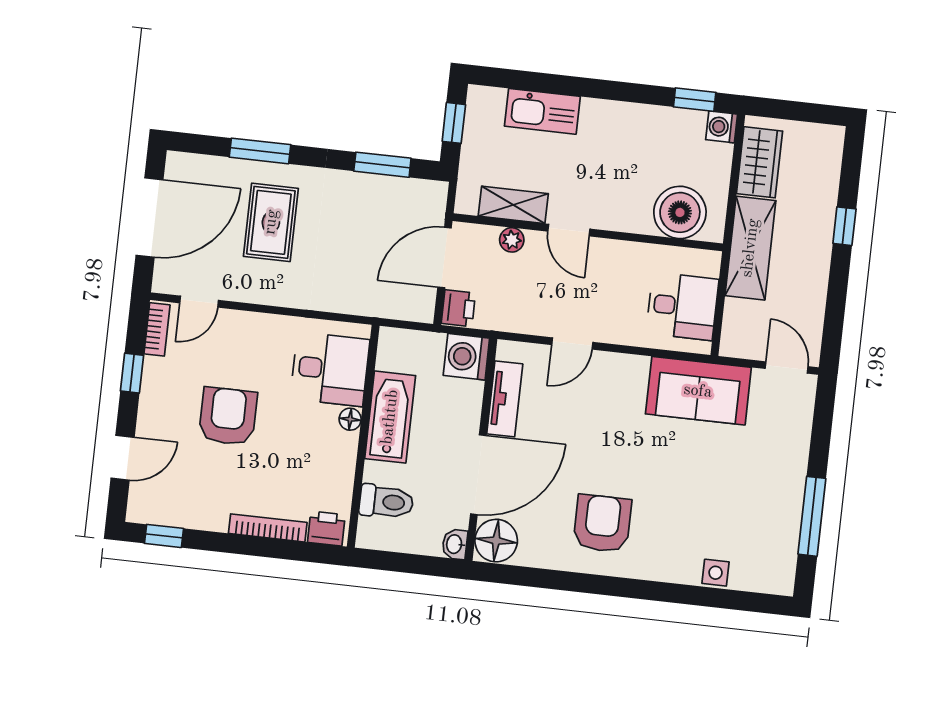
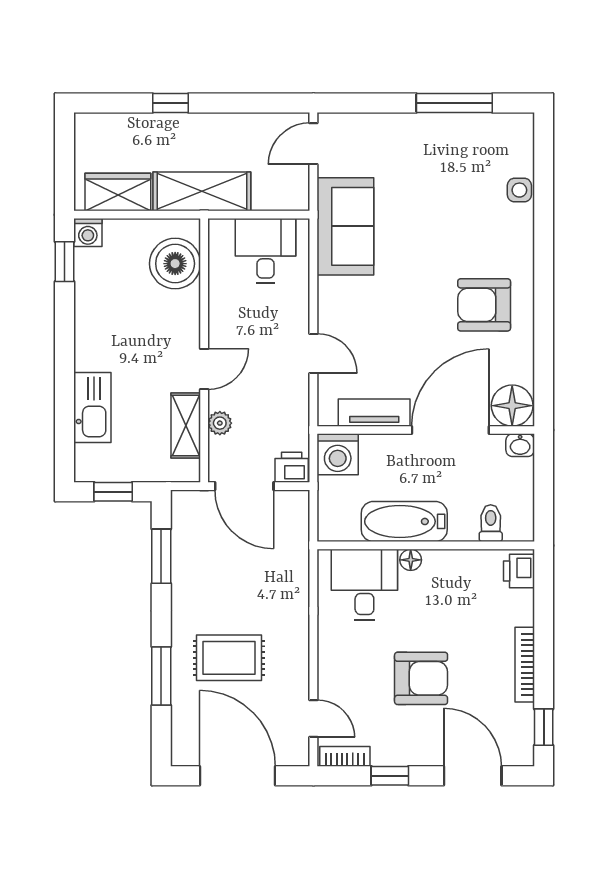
armchair: (228, 416) -> (421, 678), turned 180
door: (123, 458) -> (473, 776), width x1.38
door: (478, 475) -> (450, 430), hinge flipped
toilet: (386, 502) -> (491, 523), width x0.73, depth x0.72
bookcase: (268, 528) -> (525, 665), moved

